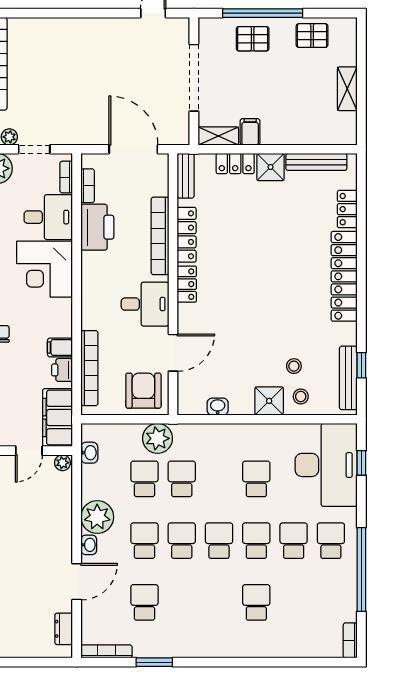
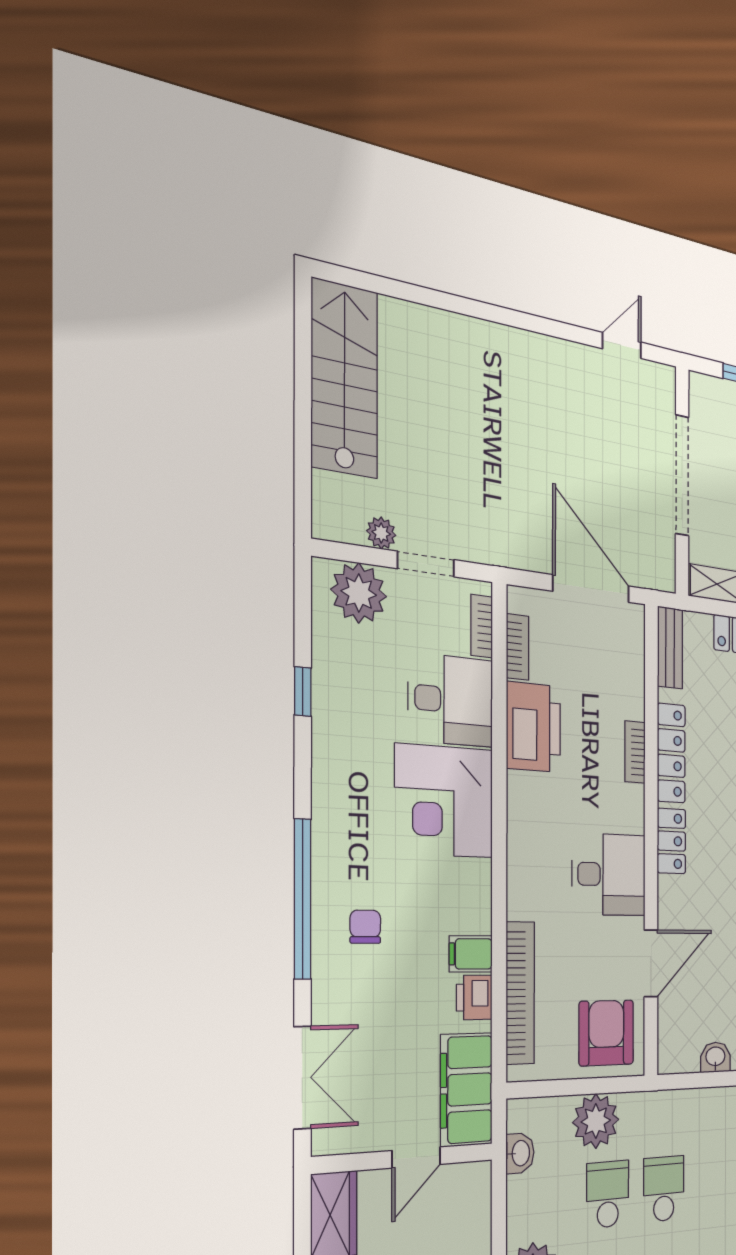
bookcase: (160, 236) -> (635, 752), width x0.43, depth x0.76
plant: (158, 438) -> (596, 1121), moved
plant: (62, 463) -> (475, 1176), removed

